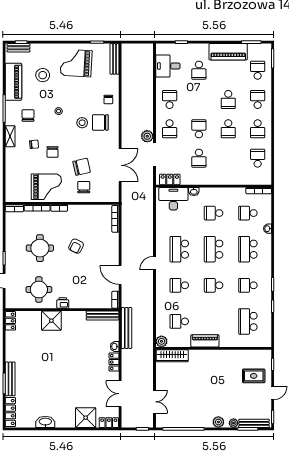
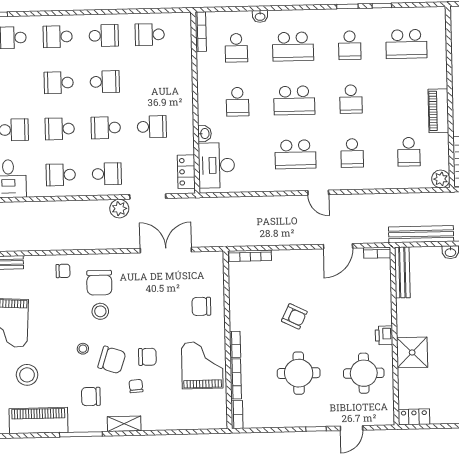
school desk: (199, 99) -> (60, 129), added
school desk: (228, 99) -> (59, 83), turned 180
chair: (82, 167) -> (112, 360), moved, turned 121

